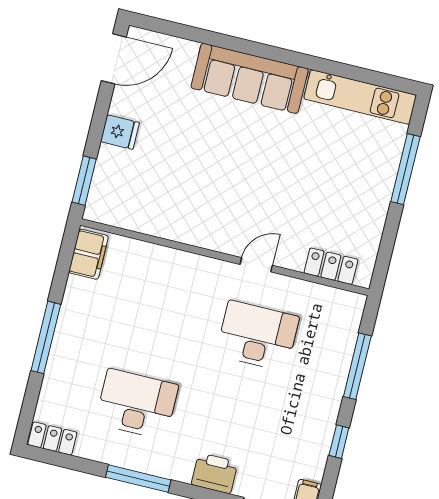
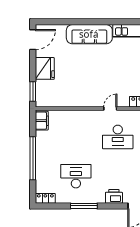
fridge: (120, 132) -> (45, 68), width x1.88, depth x1.34
desk: (258, 336) -> (118, 137), turned 180
window: (46, 337) -> (33, 158), width x1.46

